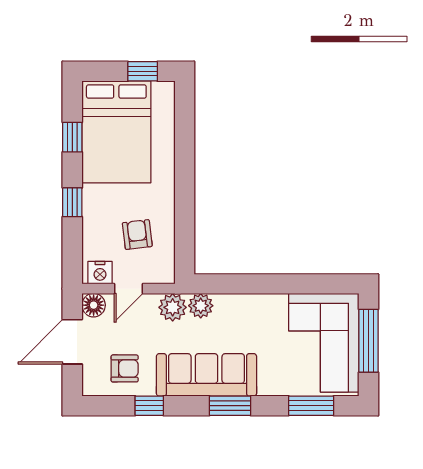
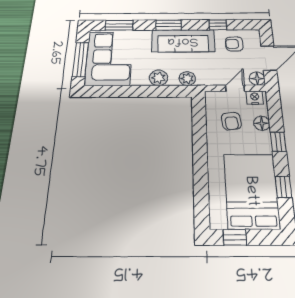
floor lamp: (93, 231) -> (262, 123), added
plant: (173, 307) -> (159, 78), moved

